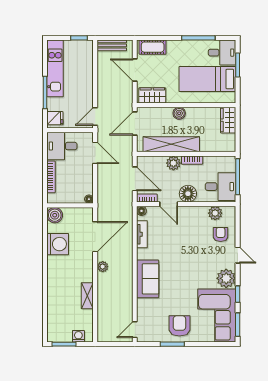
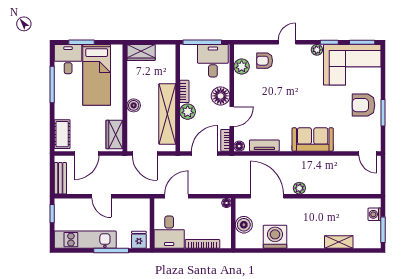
door: (95, 117) -> (101, 196), moved
boiler: (55, 215) -> (244, 225), moved
plant: (226, 278) -> (317, 50), width x0.53, depth x0.53
shelving: (87, 296) -> (339, 242), moved

